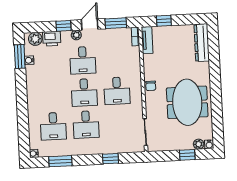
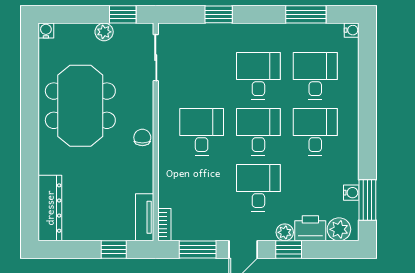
plant: (76, 35) -> (285, 232), moved
desk: (52, 94) -> (315, 132), added
plant: (199, 144) -> (104, 32), moved
window: (187, 155) -> (123, 14), moved

